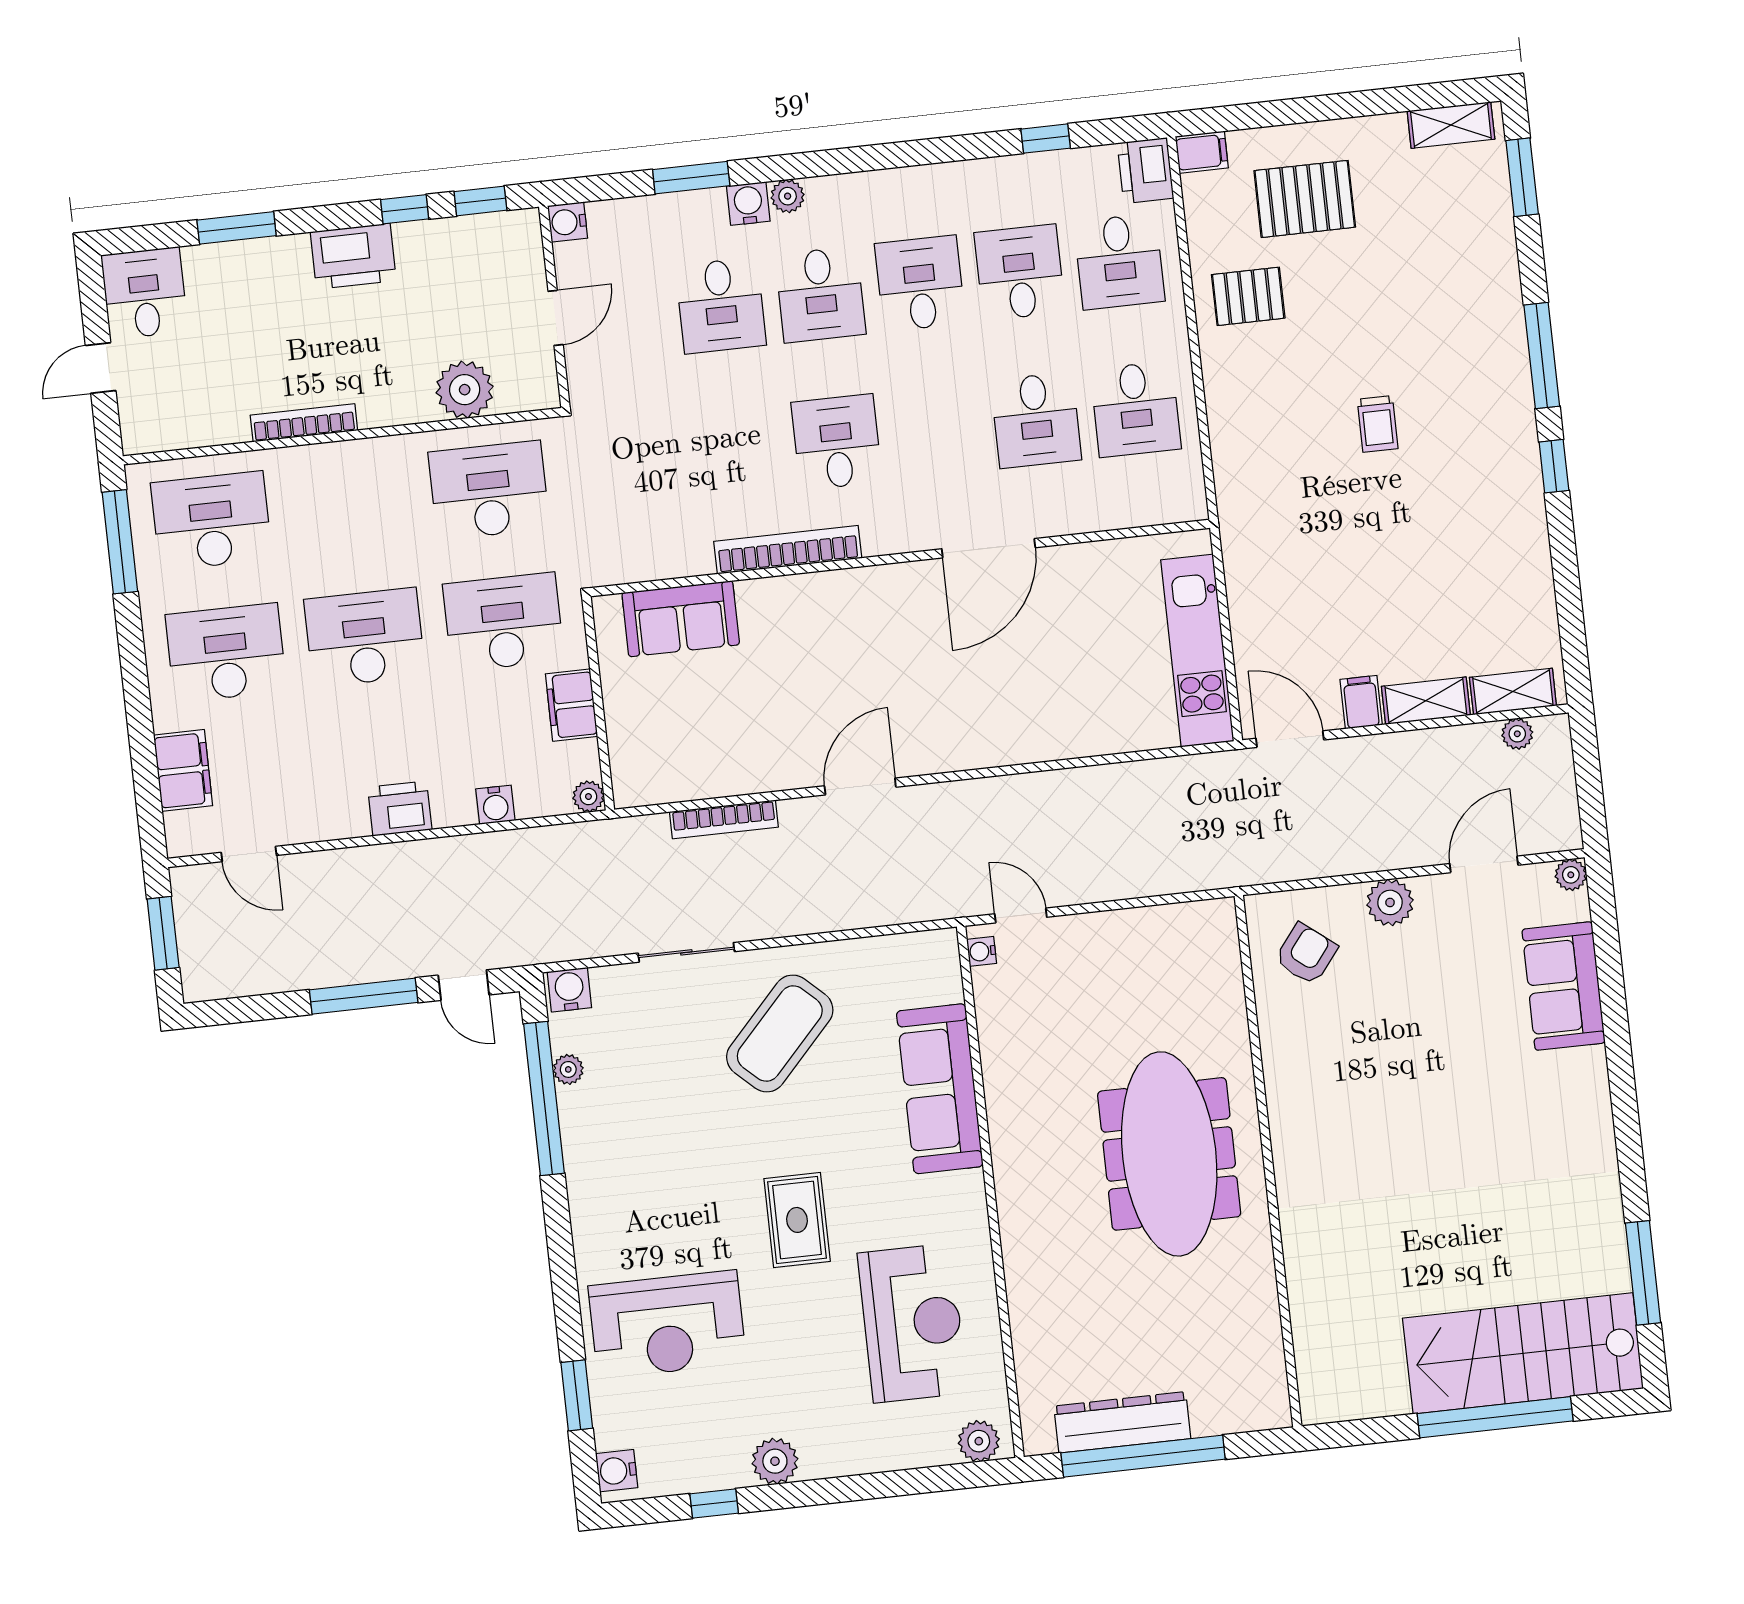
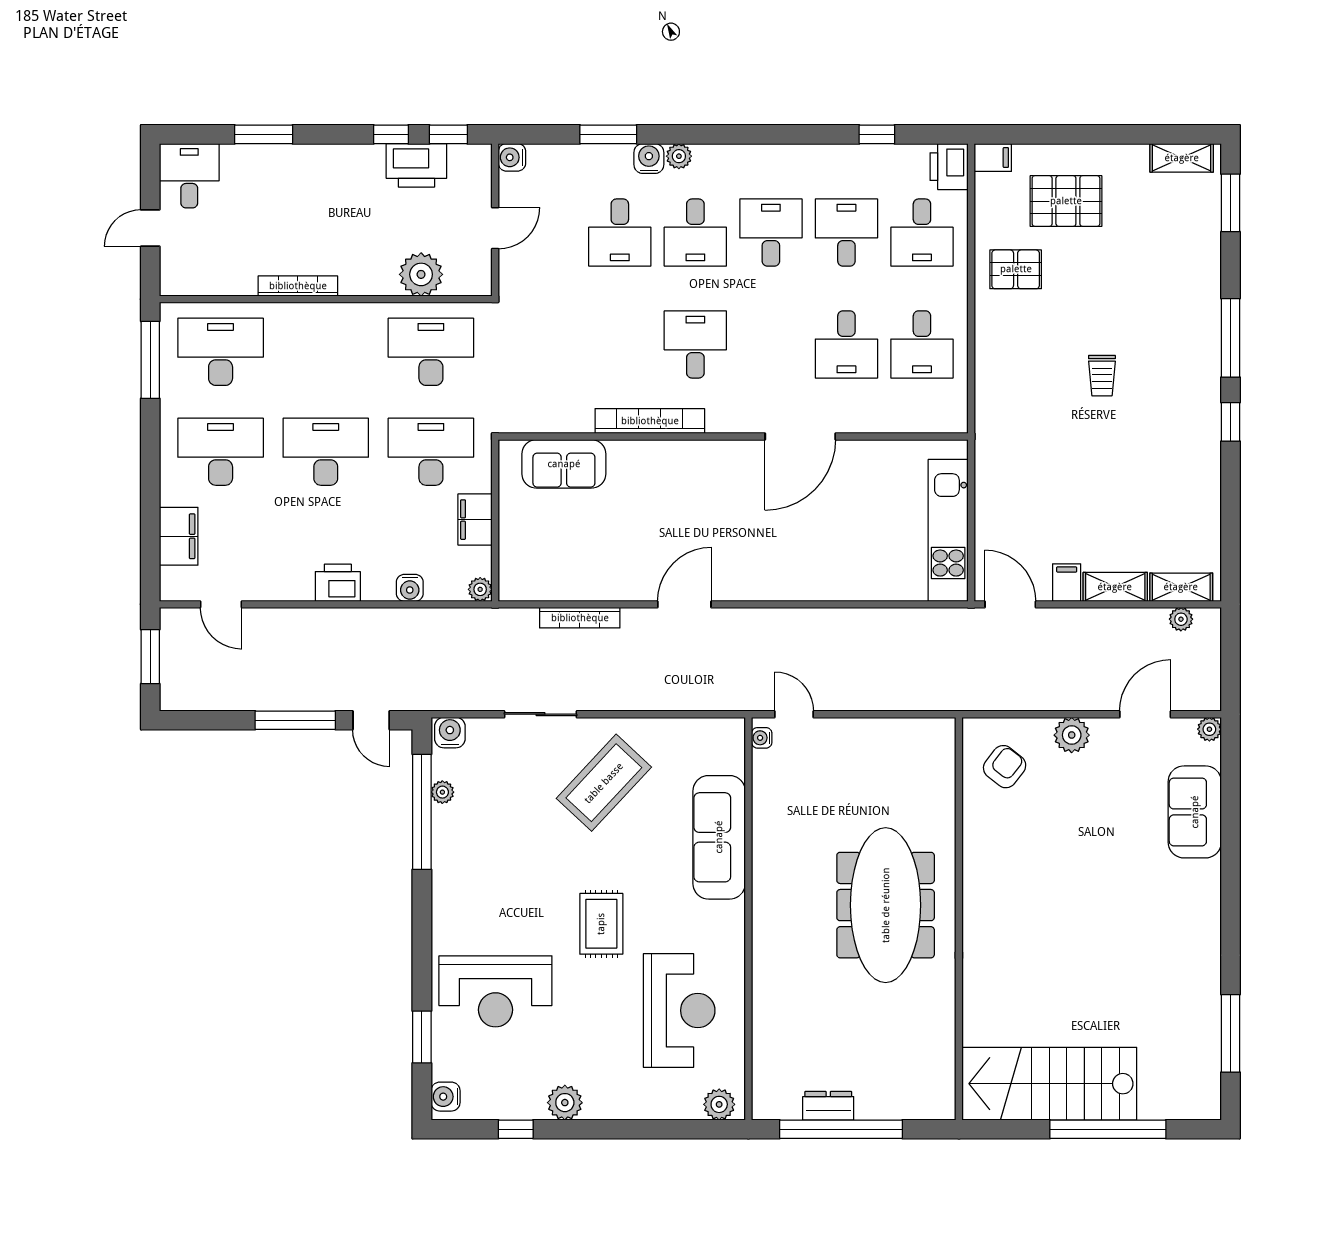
printer: (353, 256) -> (416, 165), moved
stairs: (1523, 1353) -> (1049, 1084), moved
dresser: (1122, 1422) -> (828, 1106), width x0.51, depth x0.80

